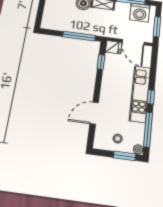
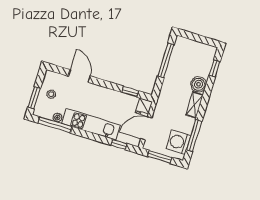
window: (79, 36) -> (166, 60), moved
window: (151, 97) -> (119, 144), moved
plant: (138, 149) -> (58, 118), moved

